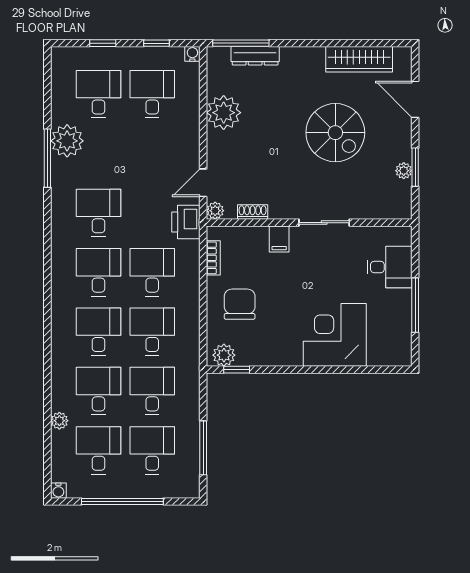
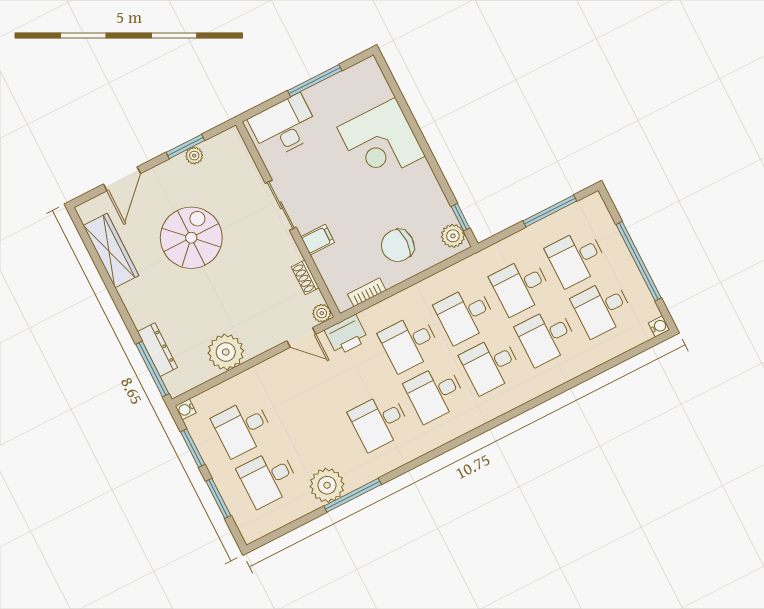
window: (103, 43) -> (218, 498), width x1.50
window: (156, 43) -> (193, 448), width x1.50
desk: (389, 267) -> (284, 127), width x1.37
plant: (59, 421) -> (593, 359), removed

